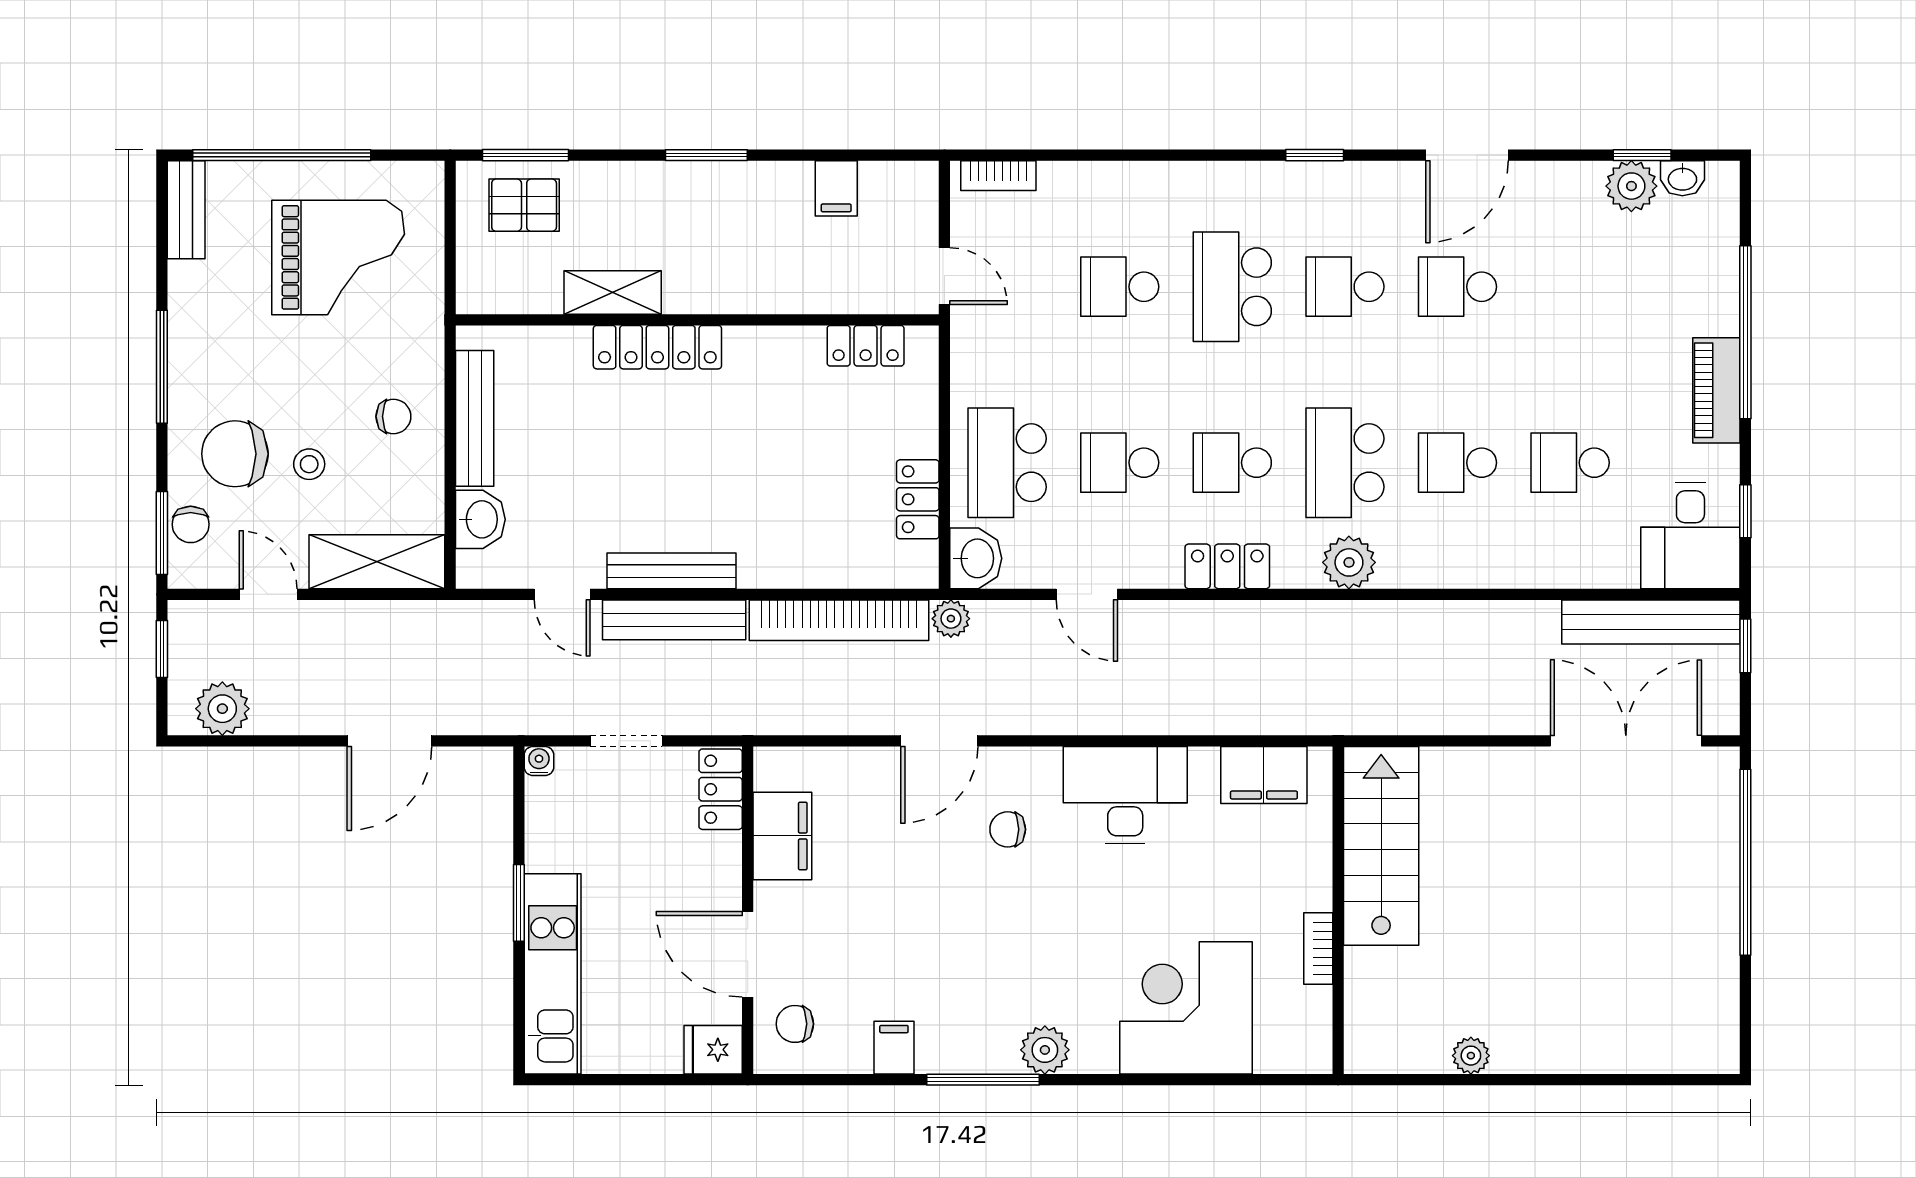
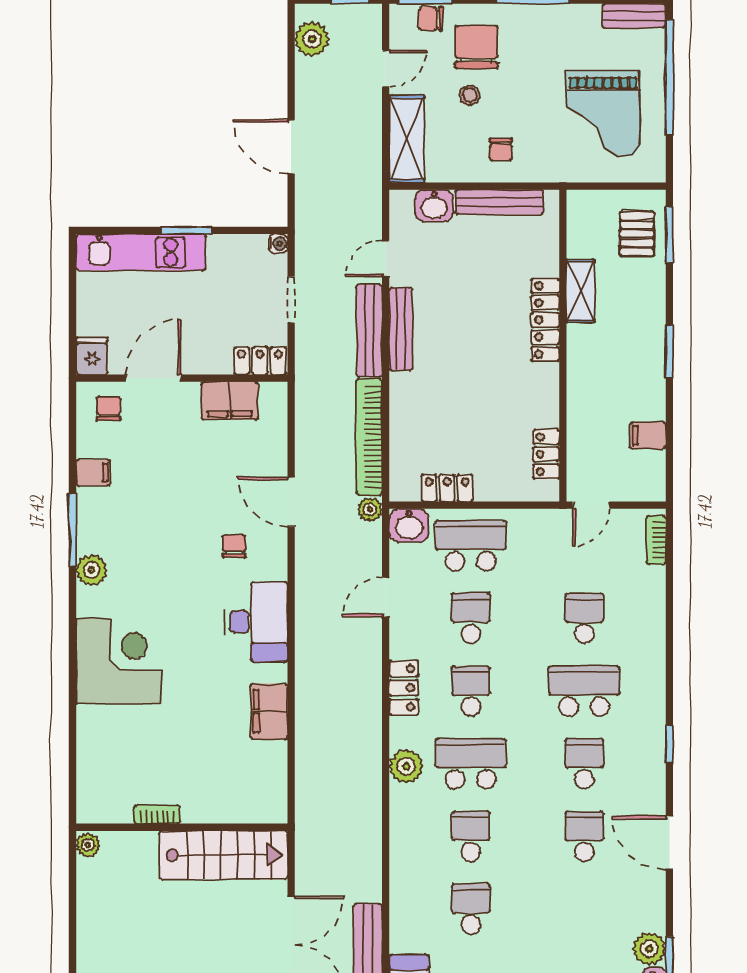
stairs: (1381, 846) -> (223, 855), moved
wall: (1338, 910) -> (182, 827), moved
bookcase: (1318, 949) -> (157, 814), moved

